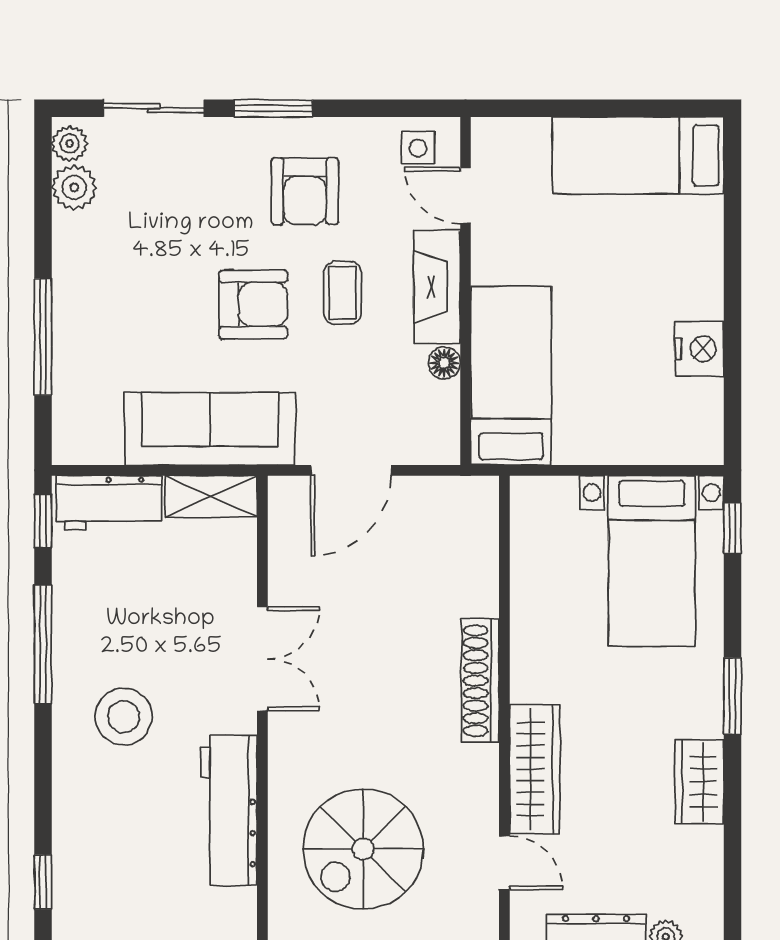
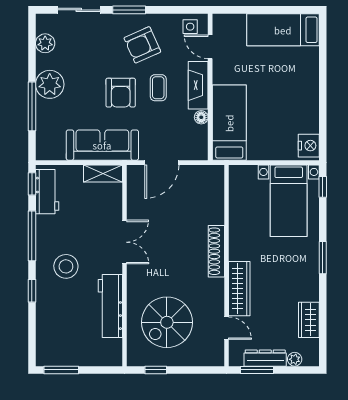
plant: (69, 144) -> (50, 84), moved, width x1.87, depth x1.87
armchair: (305, 191) -> (142, 45), turned 66
armchair: (253, 304) -> (121, 93), turned 90
nightstand: (699, 349) -> (309, 146), moved
workbench: (109, 503) -> (47, 192), moved, turned -90
wardrobe: (699, 782) -> (309, 320), moved
window: (43, 882) -> (32, 291), moved

